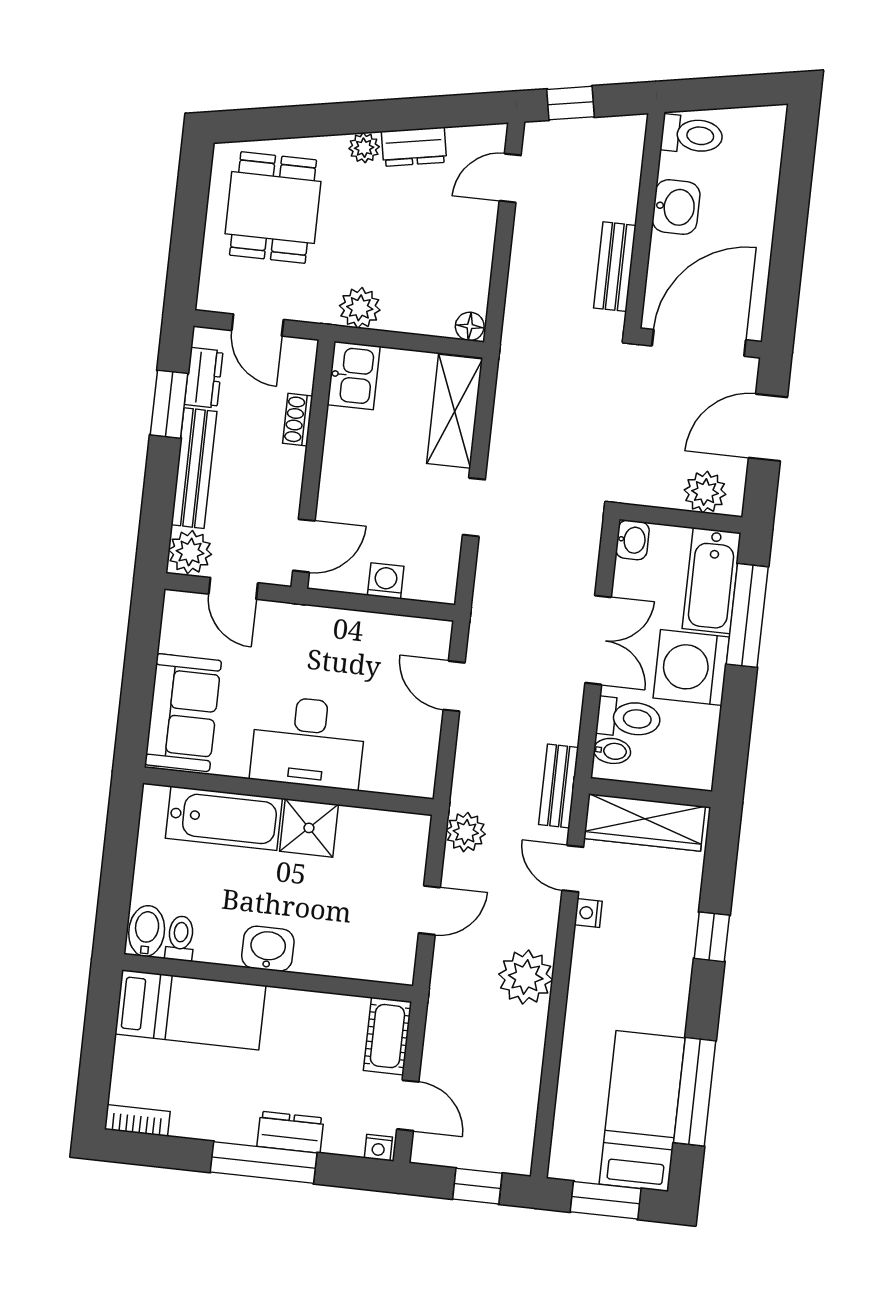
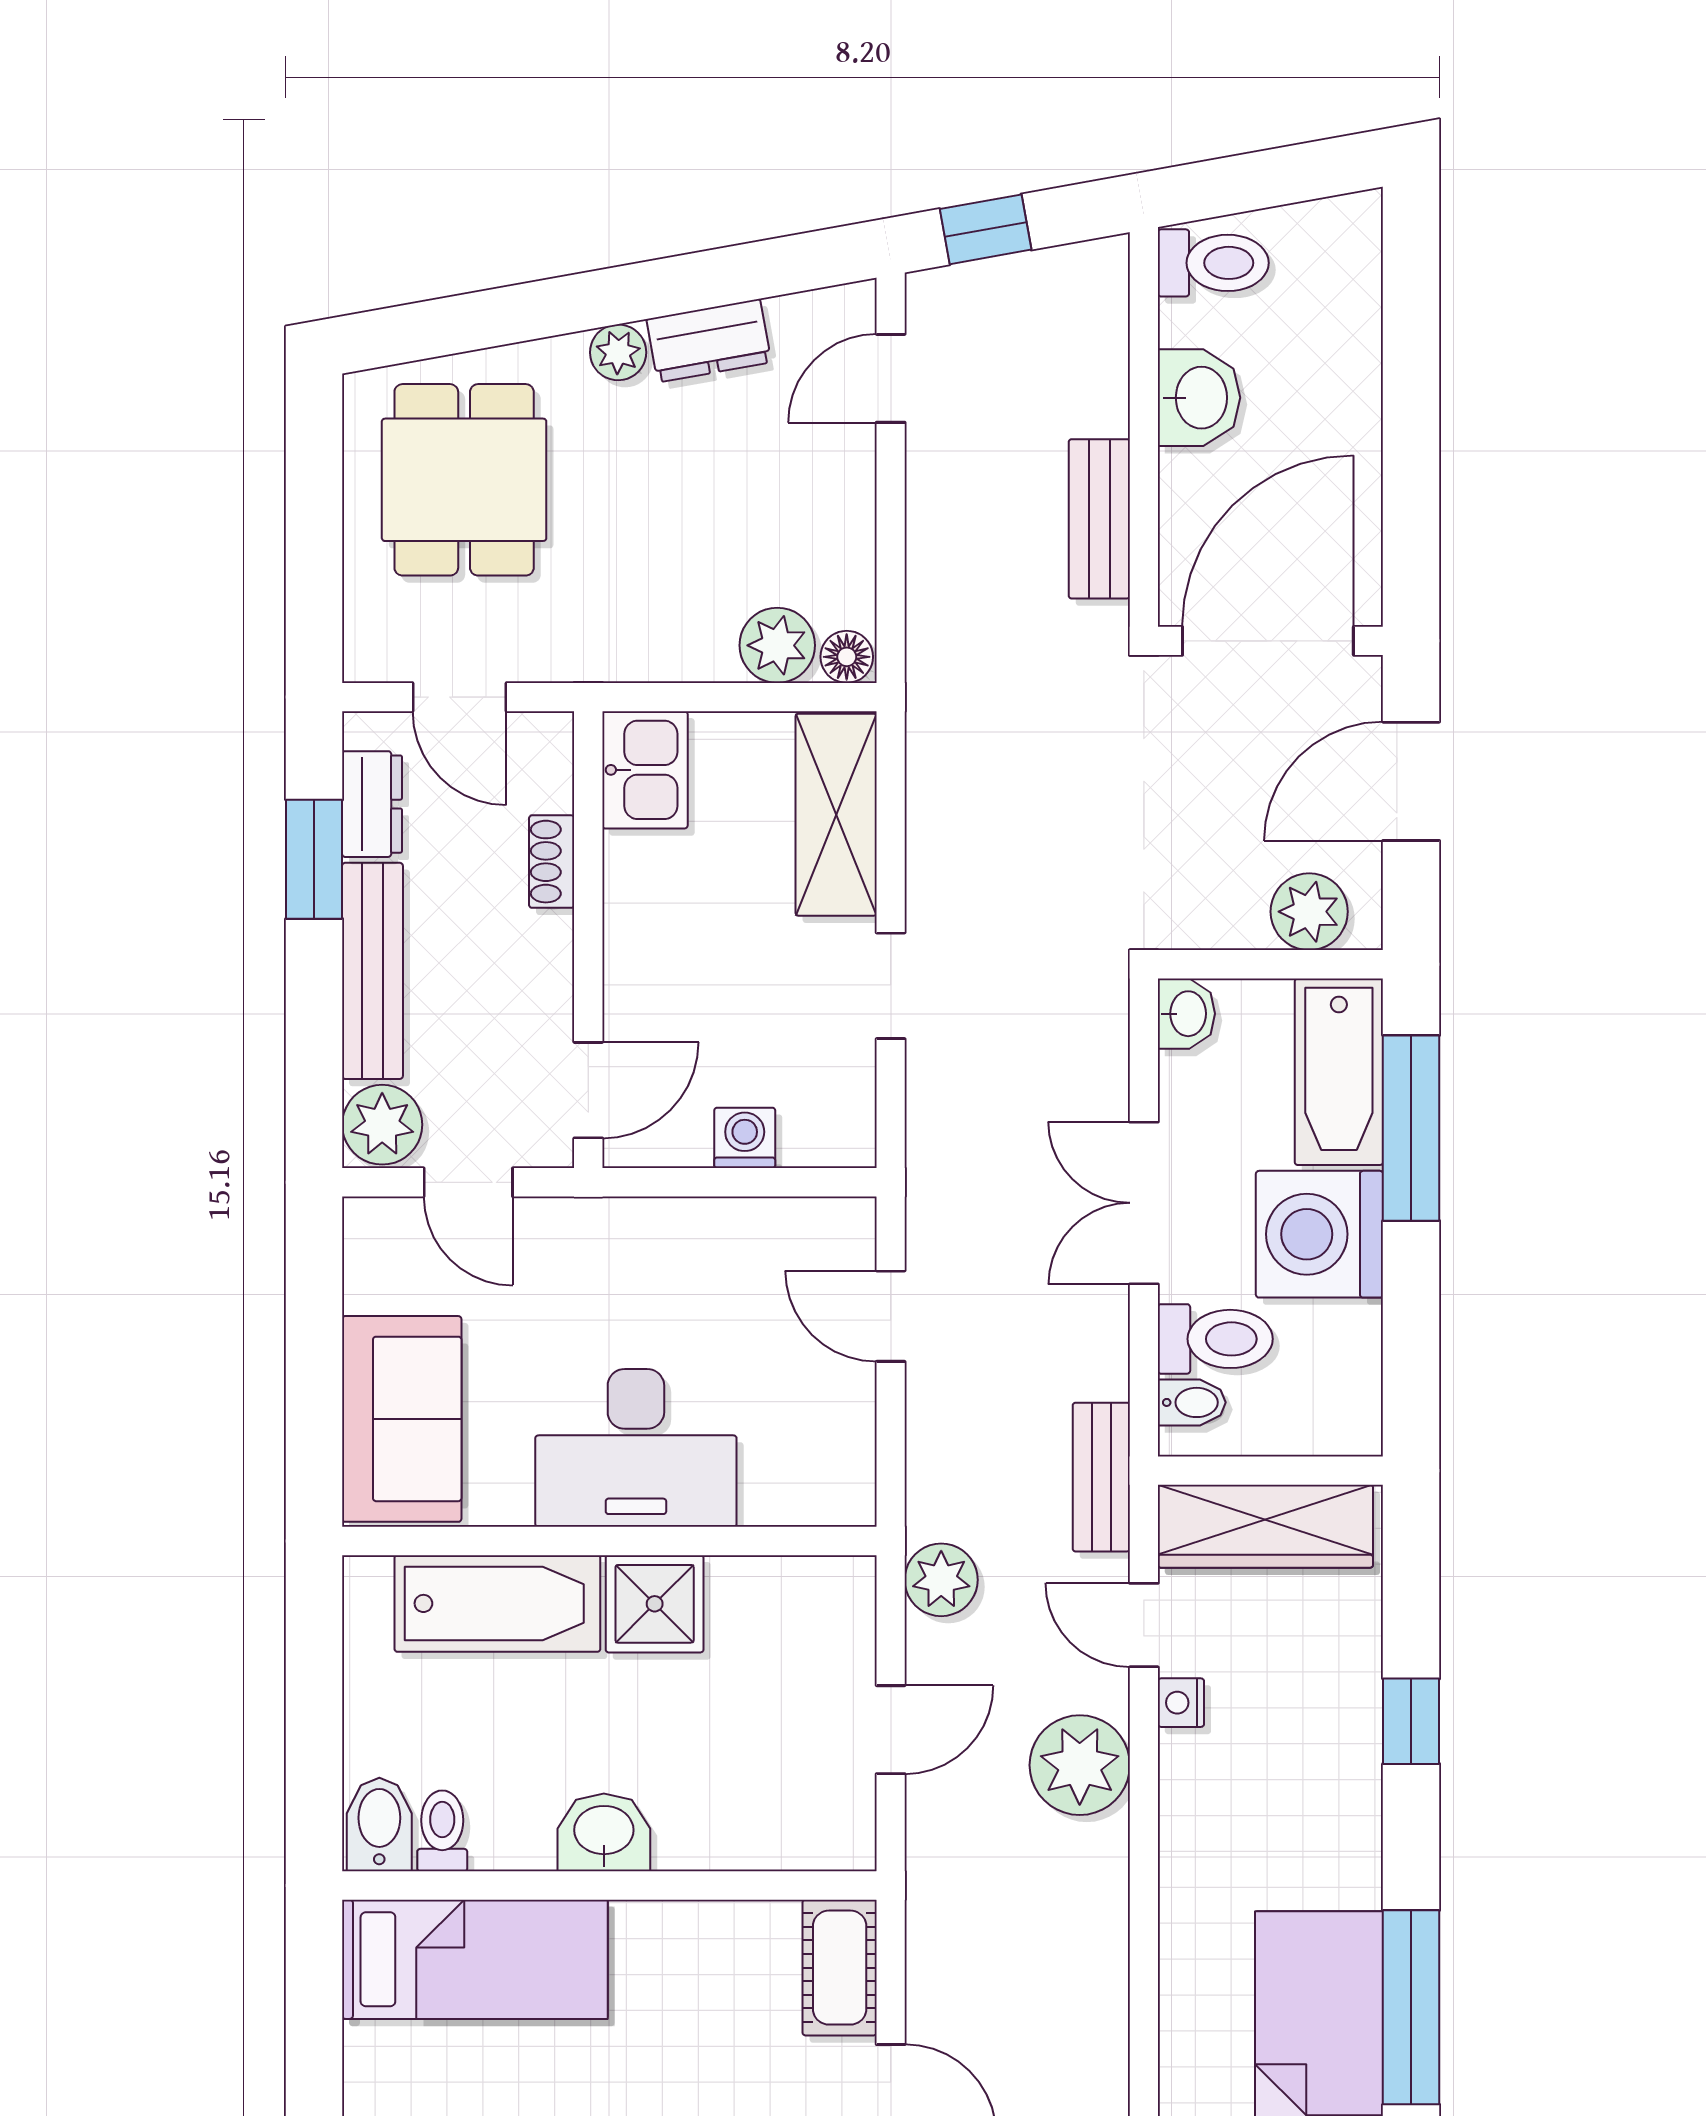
plant: (360, 308) -> (777, 645), moved
double door: (598, 640) -> (1144, 1203), swing flipped
plant: (526, 977) -> (1080, 1765), moved

